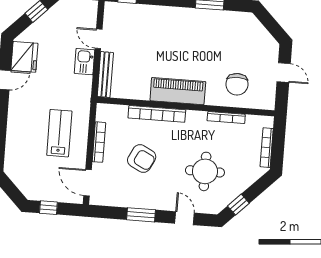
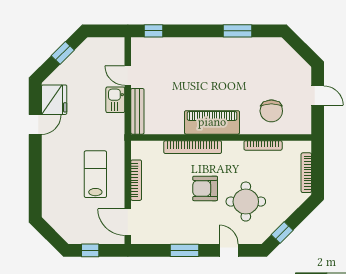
armchair: (142, 158) -> (205, 188), moved, turned 153

